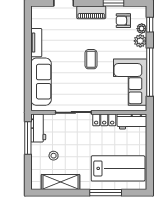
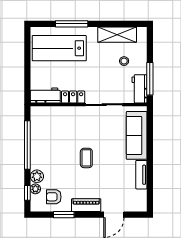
armchair: (123, 21) -> (54, 197), turned 180
corner sofa: (130, 82) -> (47, 135), removed

